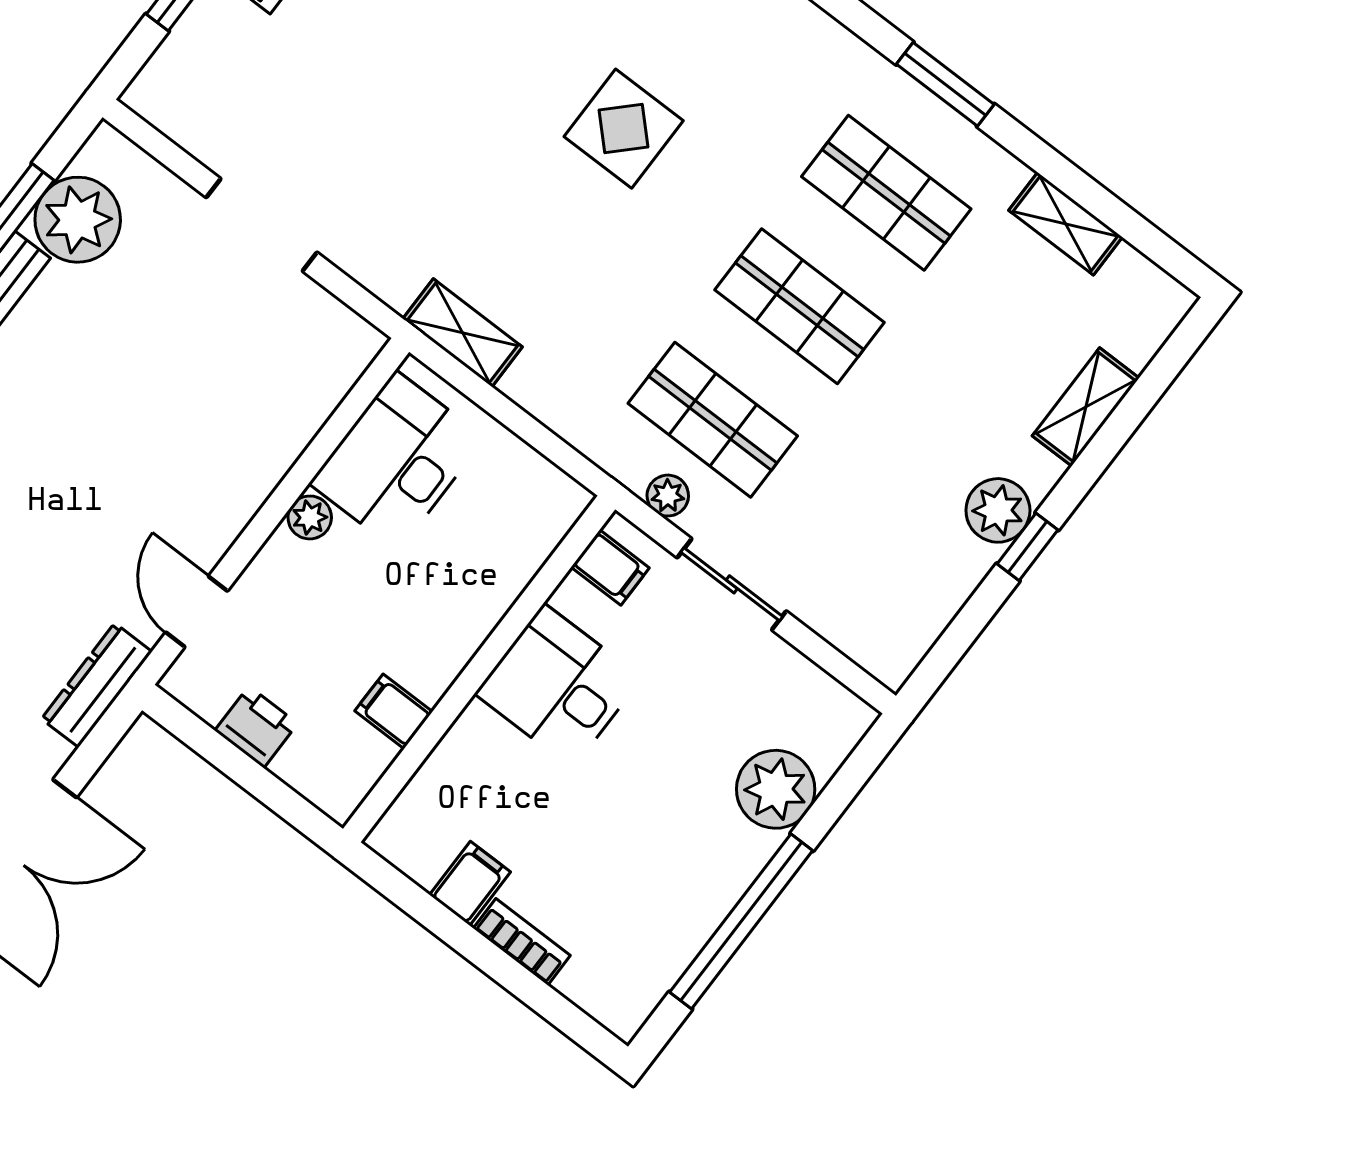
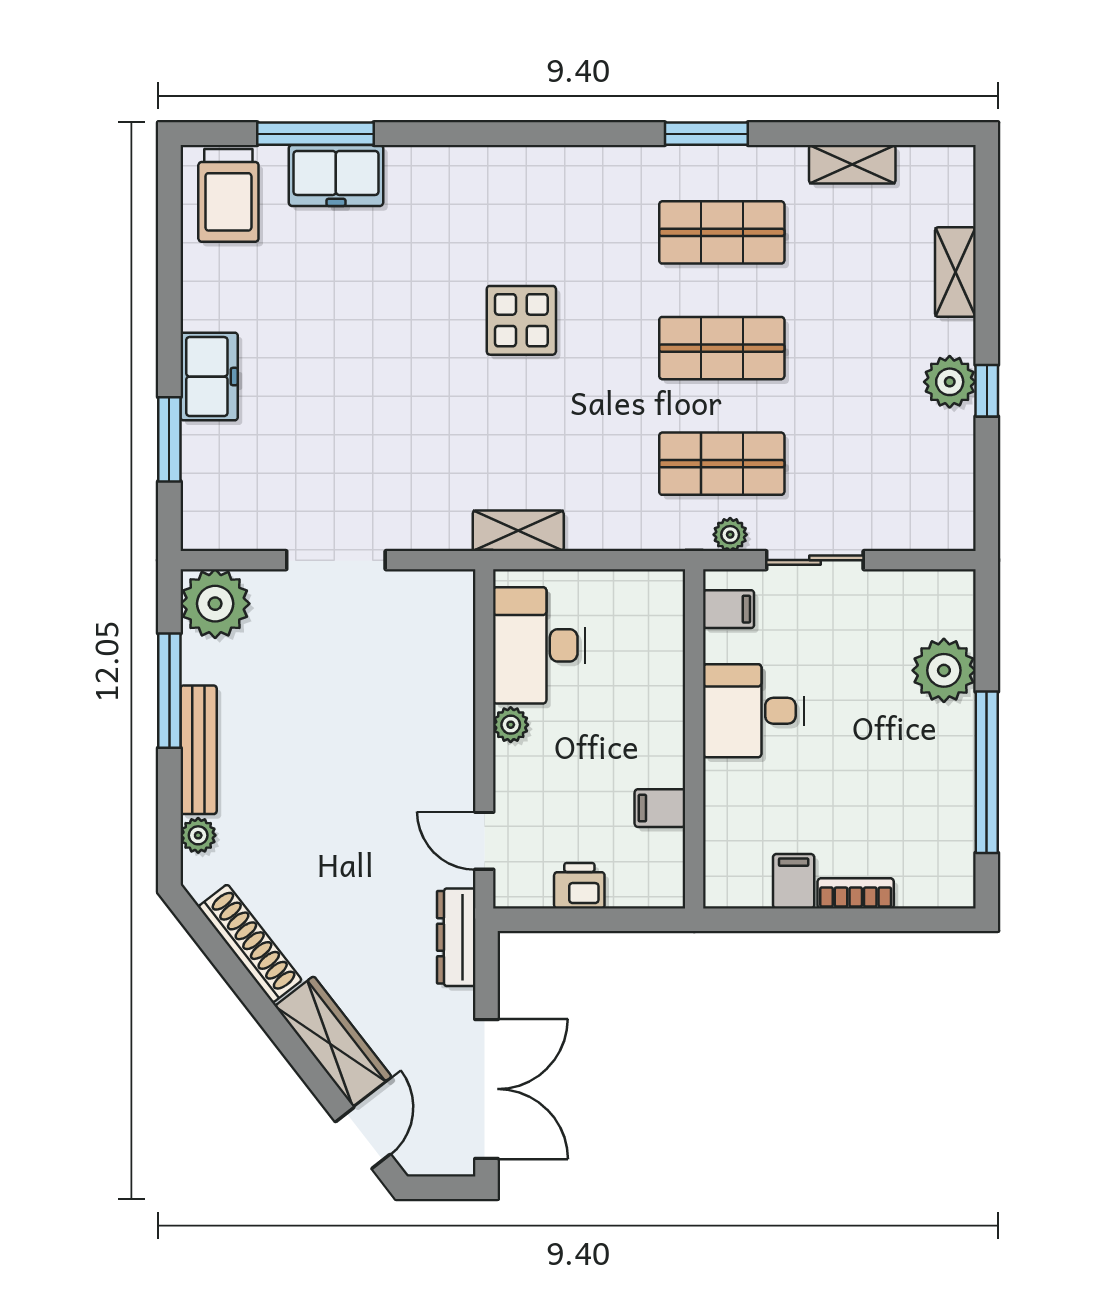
plant: (78, 220) -> (215, 604), moved

